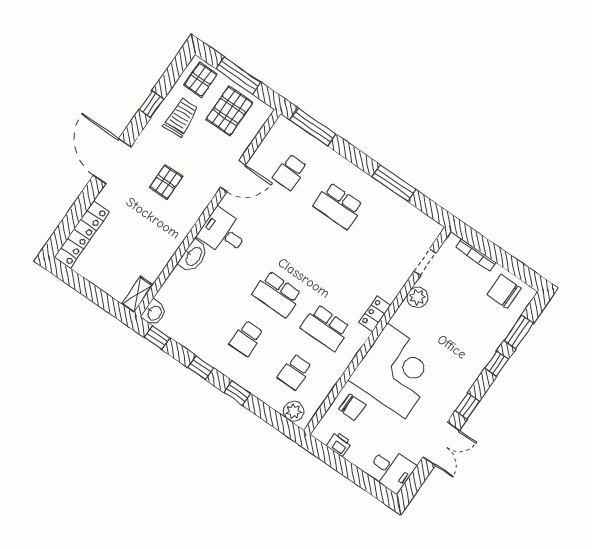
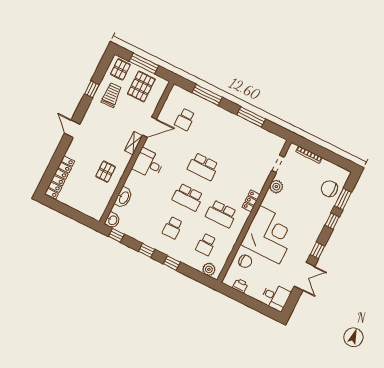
window: (313, 127) -> (207, 95), moved
door: (112, 161) -> (72, 129), width x0.53
pallet: (166, 182) -> (106, 172), moved
school desk: (338, 206) -> (203, 167), moved
washbasin: (193, 256) -> (124, 197), moved
chair: (504, 292) -> (329, 189), moved
shelving: (137, 294) -> (134, 143), moved

